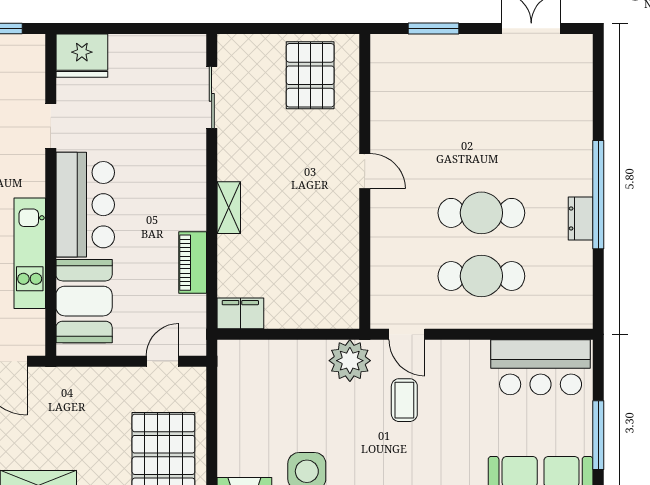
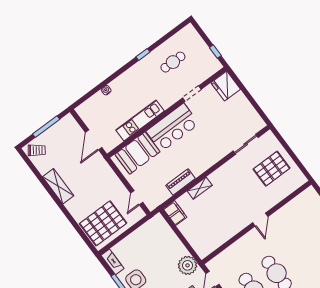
pallet: (310, 75) -> (272, 169), moved
shelving: (229, 208) -> (200, 188), moved
door: (163, 361) -> (137, 198), swing flipped

